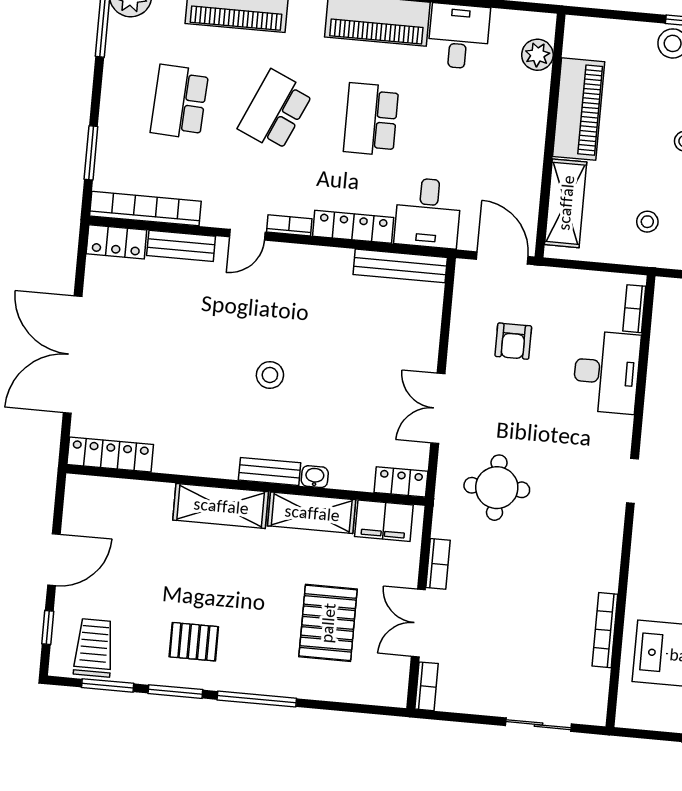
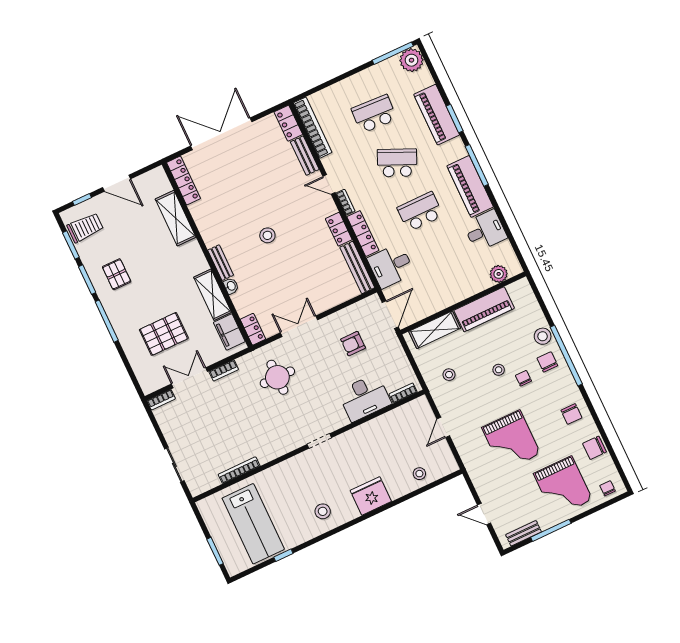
window: (91, 153) -> (324, 86), removed
locker: (325, 260) -> (339, 229), added
shelving: (221, 506) -> (176, 218), moved

